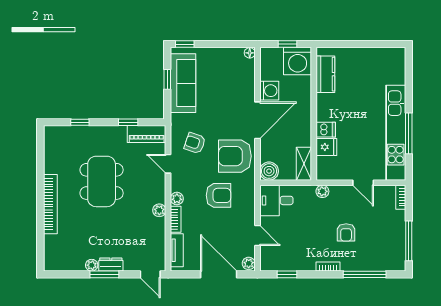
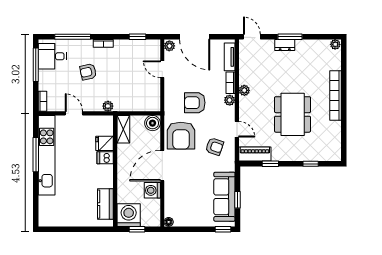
armchair: (235, 156) -> (181, 136), turned 90
desk: (276, 200) -> (52, 56), moved, turned 180
armchair: (346, 232) -> (88, 72), turned -102
plant: (92, 265) -> (335, 44), moved

